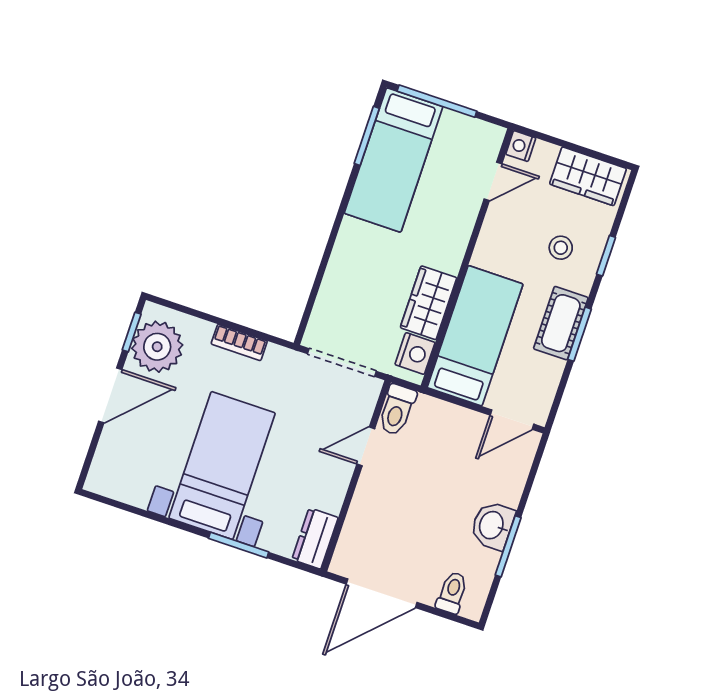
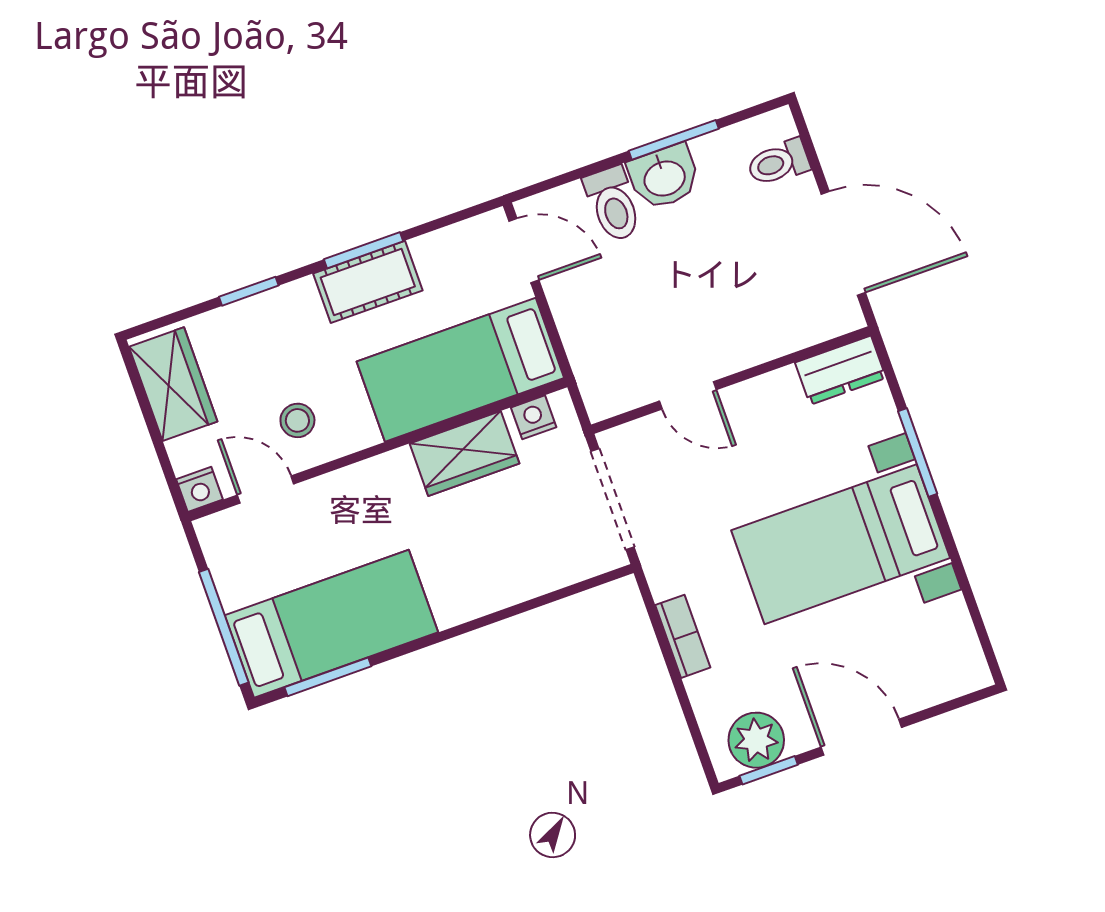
stool: (561, 248) -> (297, 420), moved
plant: (157, 347) -> (756, 740), width x0.73, depth x0.73
nightstand: (415, 353) -> (534, 417), width x0.72, depth x0.74
toilet: (397, 410) -> (613, 204), moved, turned 90

